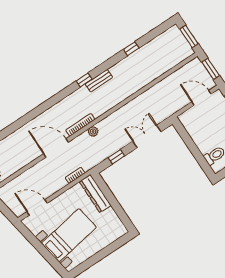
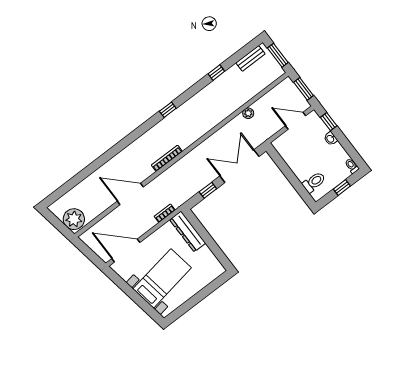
bench: (99, 81) -> (250, 58), moved
plant: (93, 131) -> (248, 113), moved
double door: (147, 136) -> (239, 166), width x1.37
door: (56, 148) -> (130, 194), moved
door: (37, 207) -> (126, 251), width x1.36

